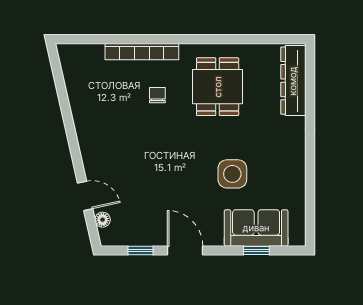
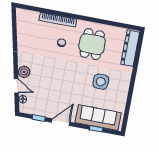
plant: (95, 166) -> (24, 72), added
side table: (232, 174) -> (101, 82), moved
sofa: (256, 228) -> (98, 118), width x1.36
door: (185, 251) -> (61, 122), hinge flipped

